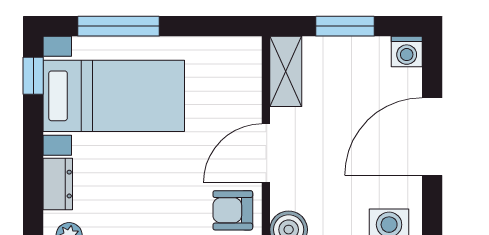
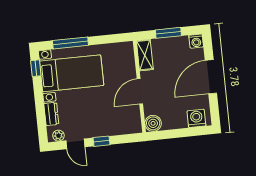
armchair: (233, 210) -> (128, 117), removed

